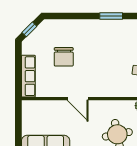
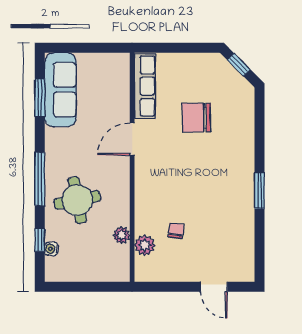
row of seats: (28, 76) -> (145, 86), moved, turned -90

